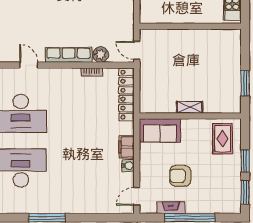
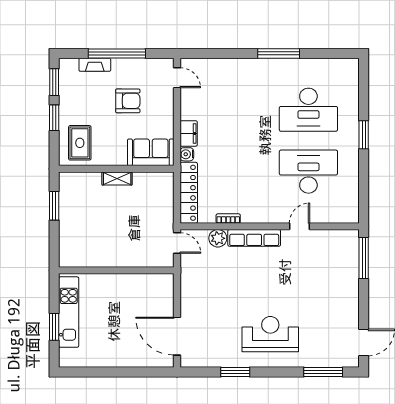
door: (29, 65) -> (300, 226), swing flipped
water cooler: (128, 165) -> (187, 154), moved
door: (137, 196) -> (177, 78), hinge flipped
fireplace: (171, 208) -> (95, 65), moved

